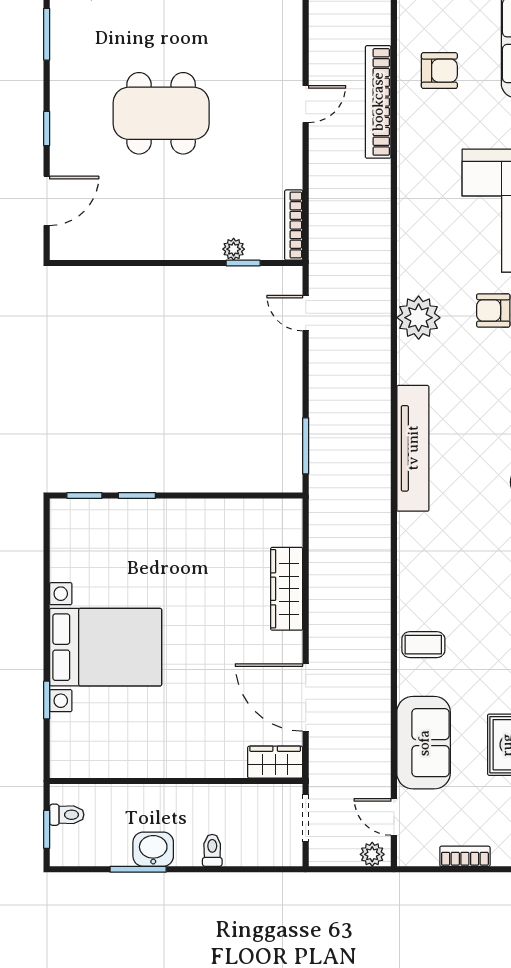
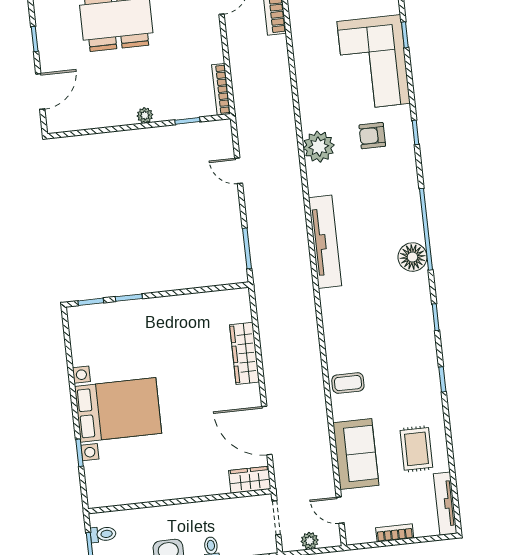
plant: (234, 249) -> (145, 115), moved
door: (306, 313) -> (239, 171), moved
plant: (372, 854) -> (310, 541), moved

